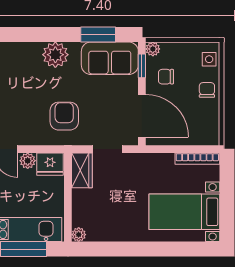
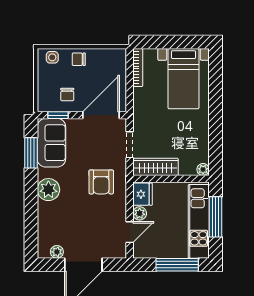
plant: (153, 49) -> (43, 106), removed
armchair: (64, 116) -> (101, 182), turned -90
wardrobe: (82, 170) -> (155, 167), width x1.50

